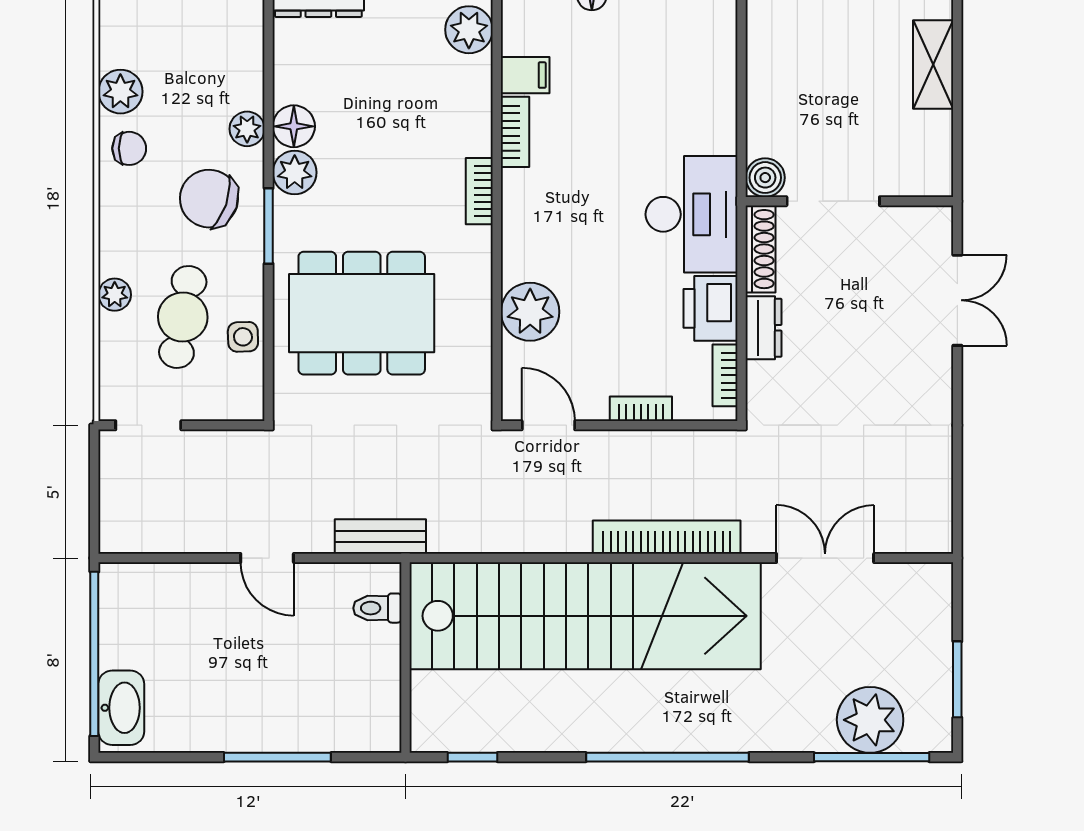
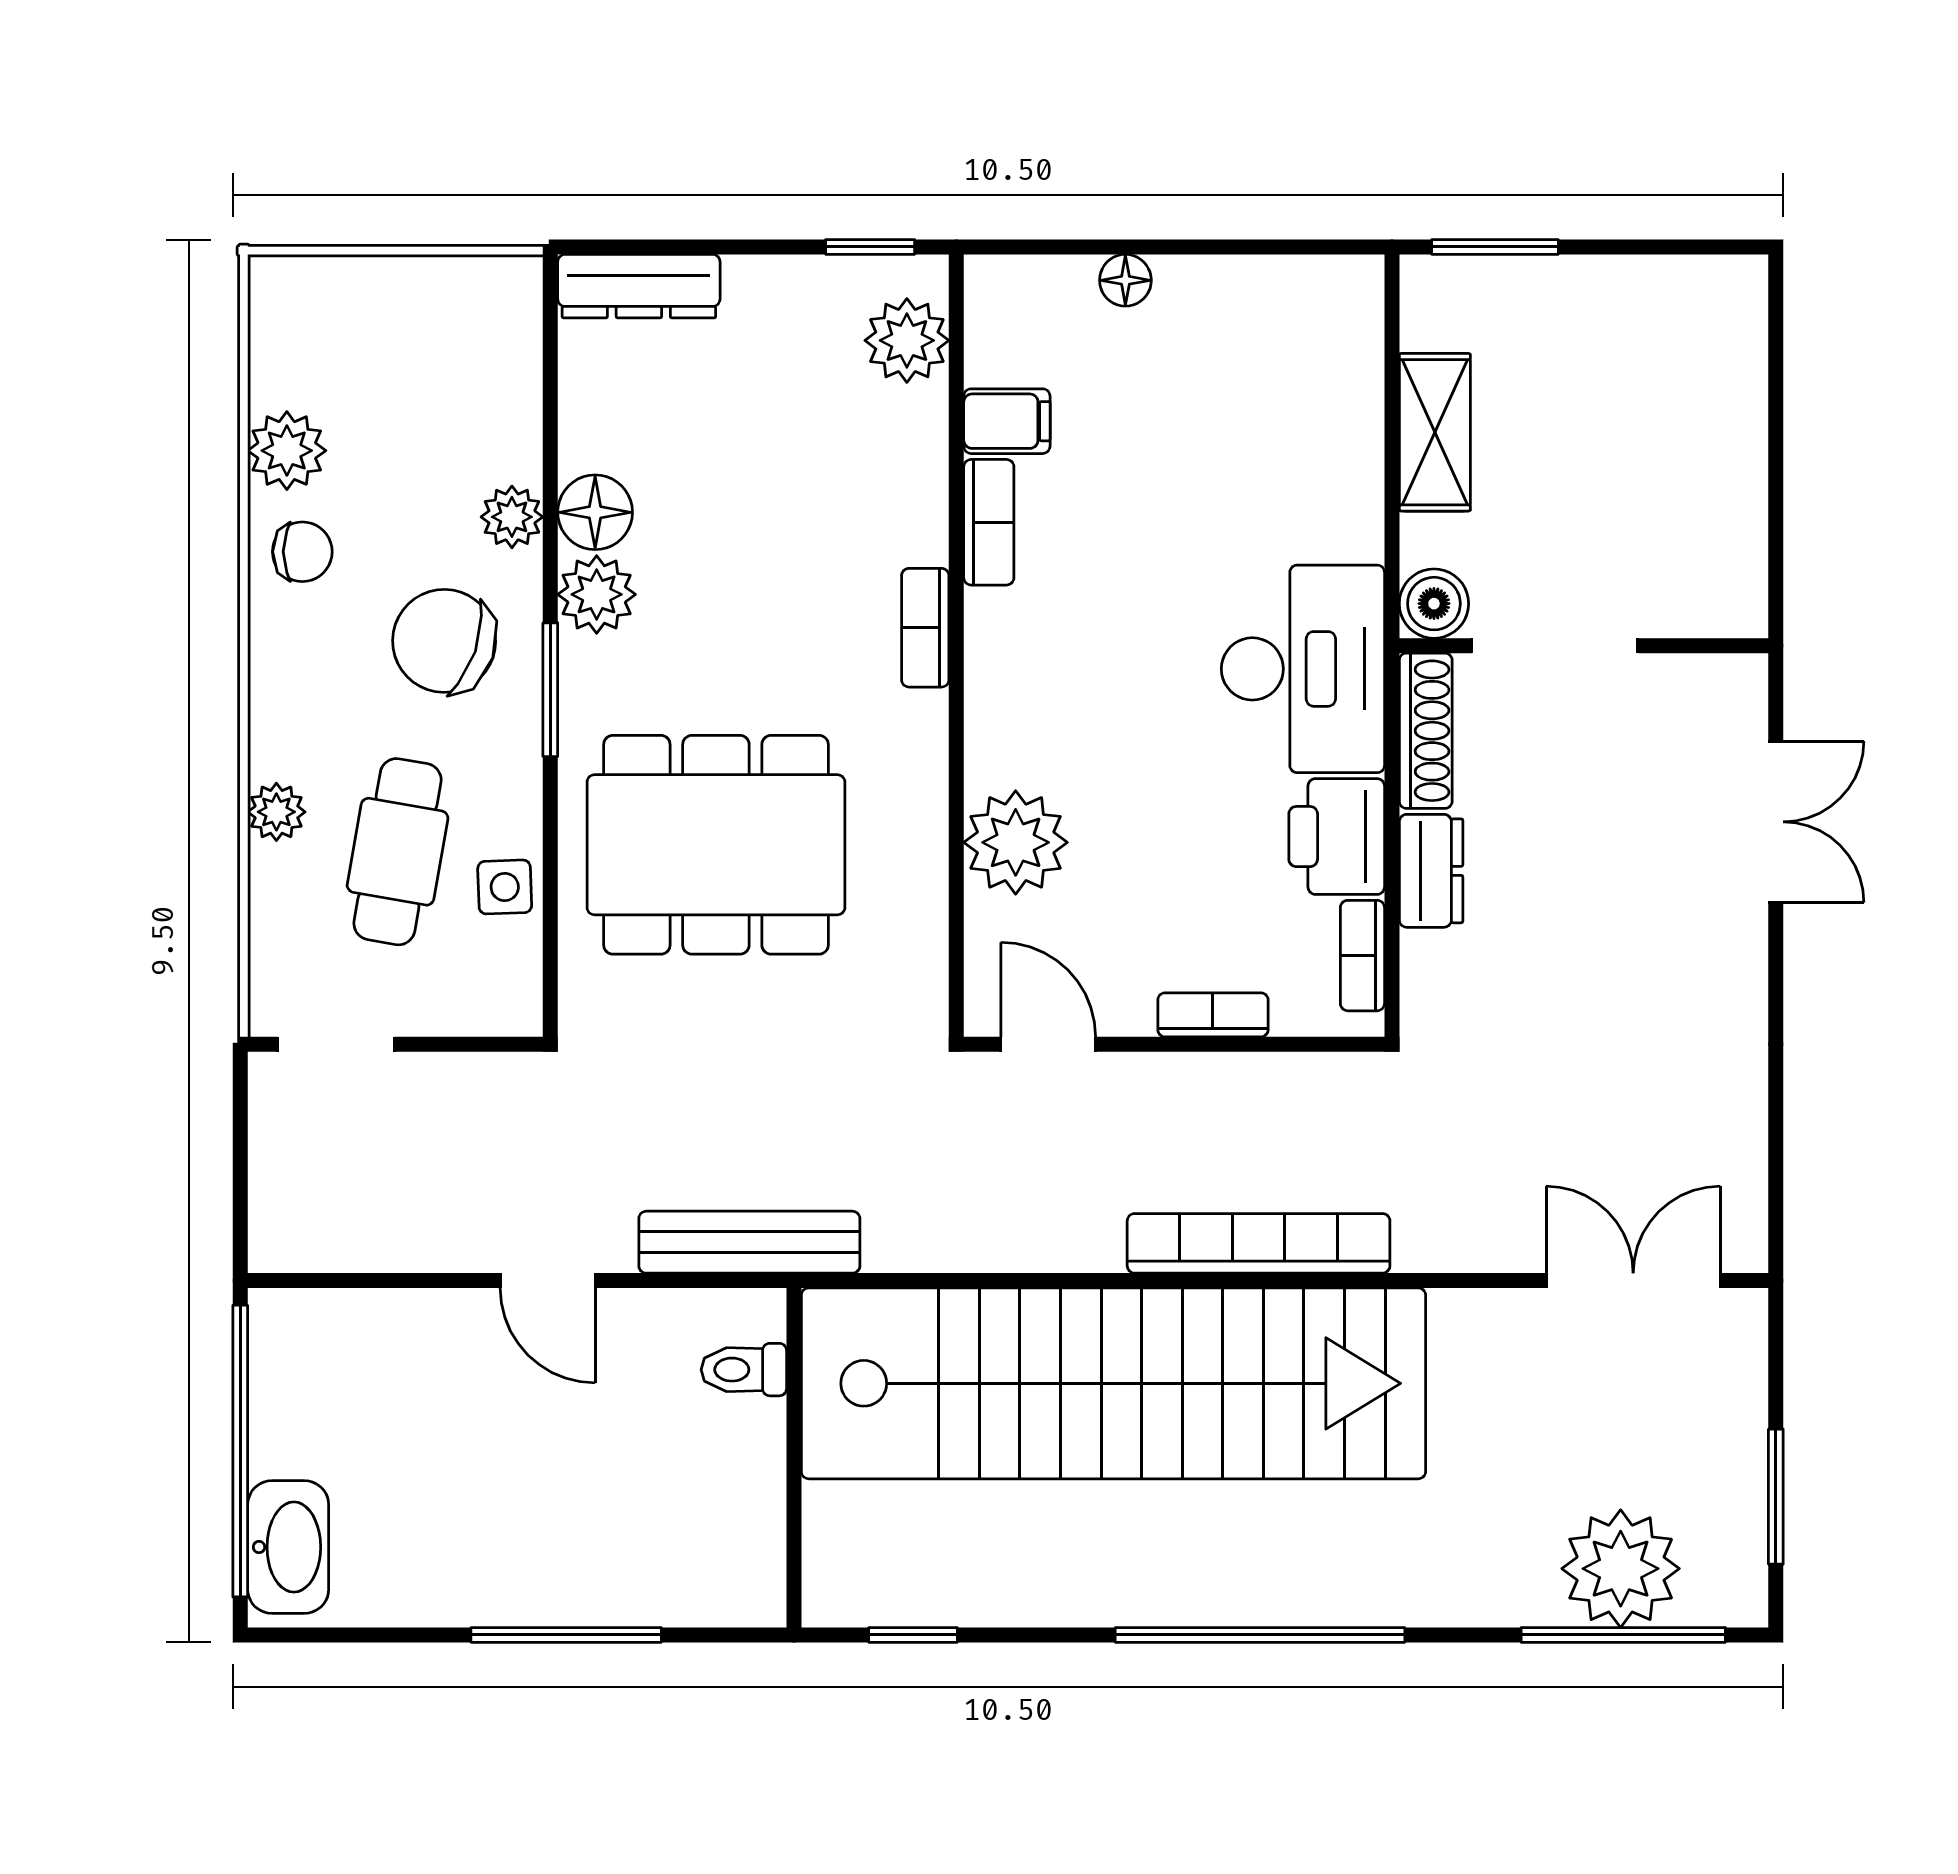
shelving: (933, 65) -> (1435, 432), moved
bench: (380, 536) -> (749, 1242), width x1.36
double door: (825, 558) -> (1633, 1281), moved

